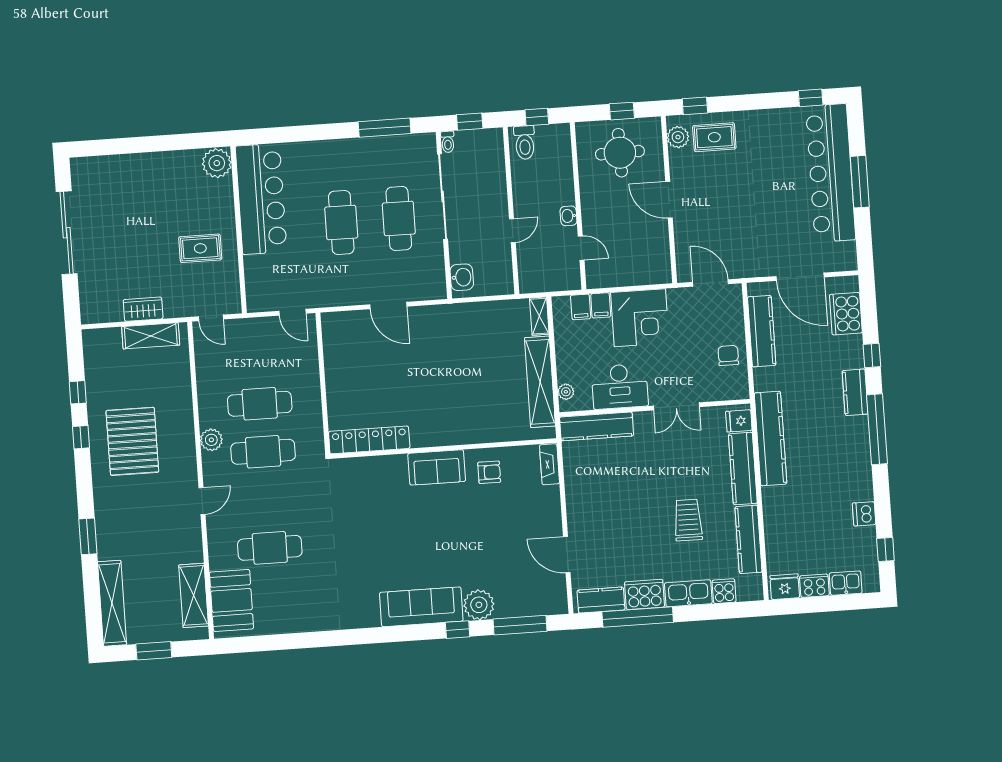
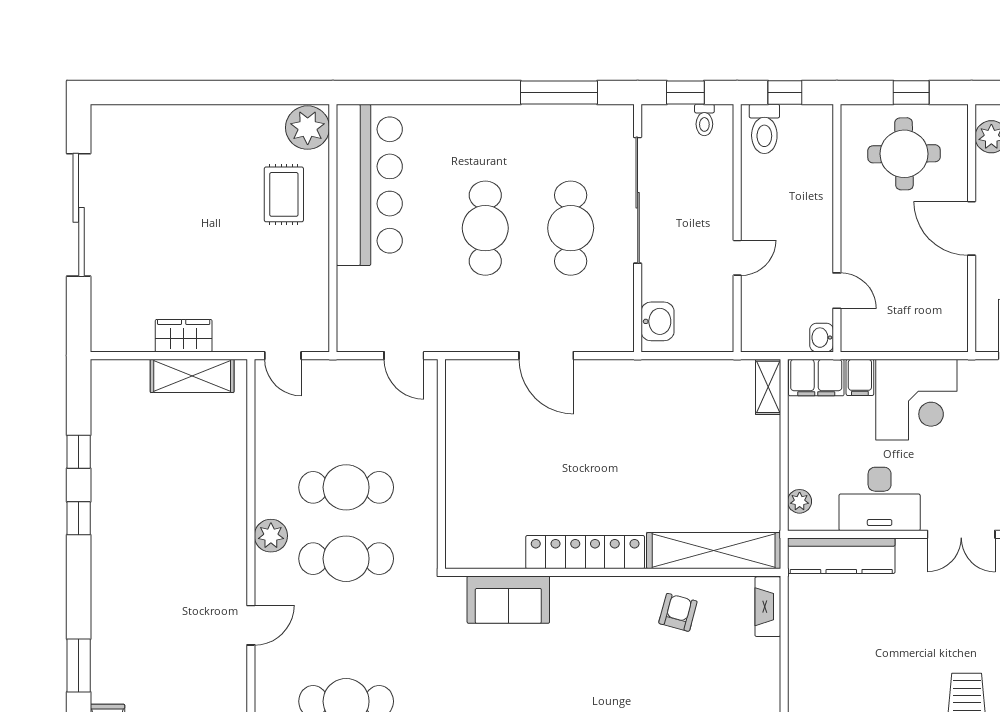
toilet: (448, 142) -> (704, 120), moved
washbasin: (568, 216) -> (822, 338), moved
rug: (200, 248) -> (284, 194), moved, turned 90
filing cabinet: (581, 307) -> (816, 378), width x2.00
shelving: (540, 382) -> (714, 551), moved, turned 90
locker: (369, 440) -> (585, 552), moved
pallet: (132, 441) -> (154, 530), removed
sofa: (437, 467) -> (508, 600), moved
armchair: (489, 472) -> (678, 612), turned -75

